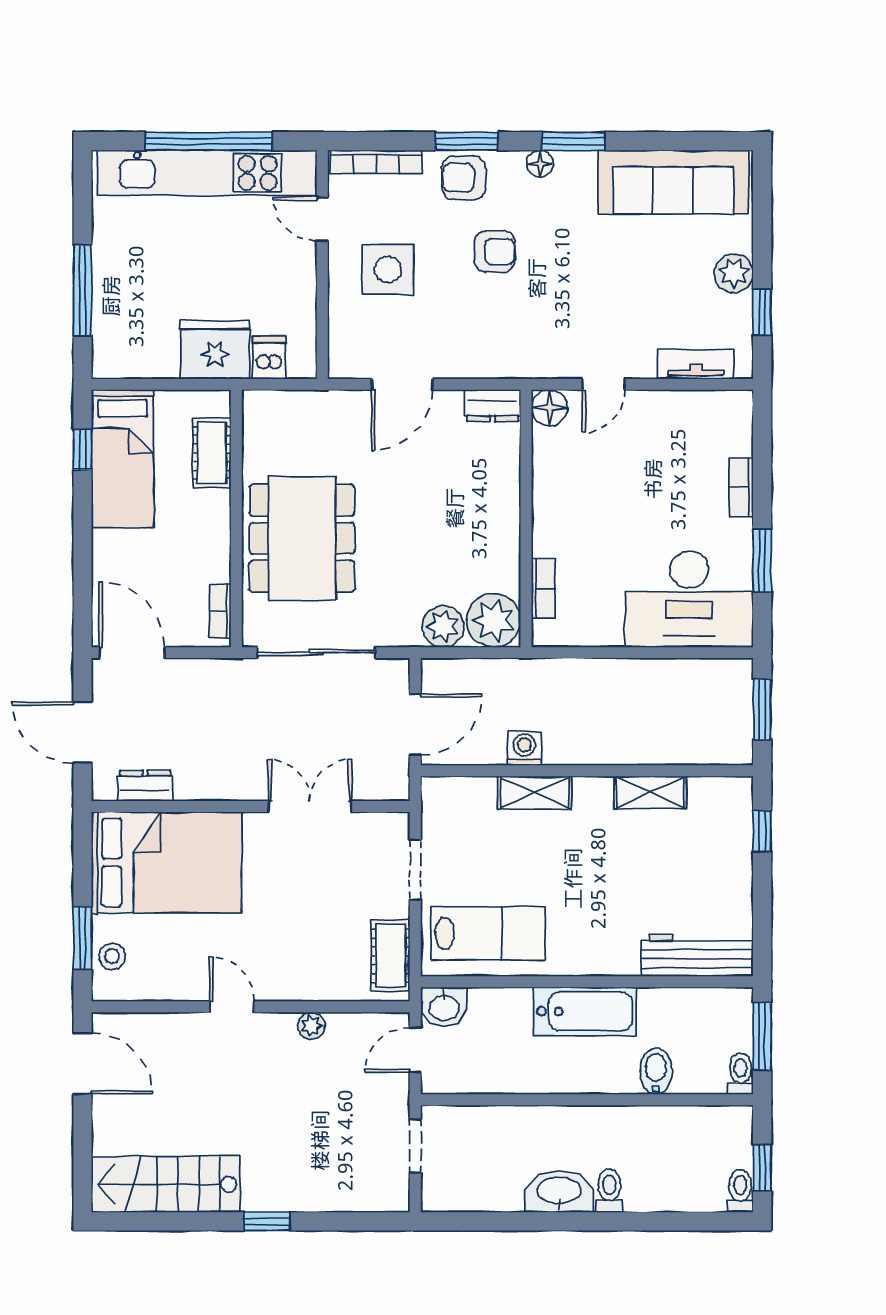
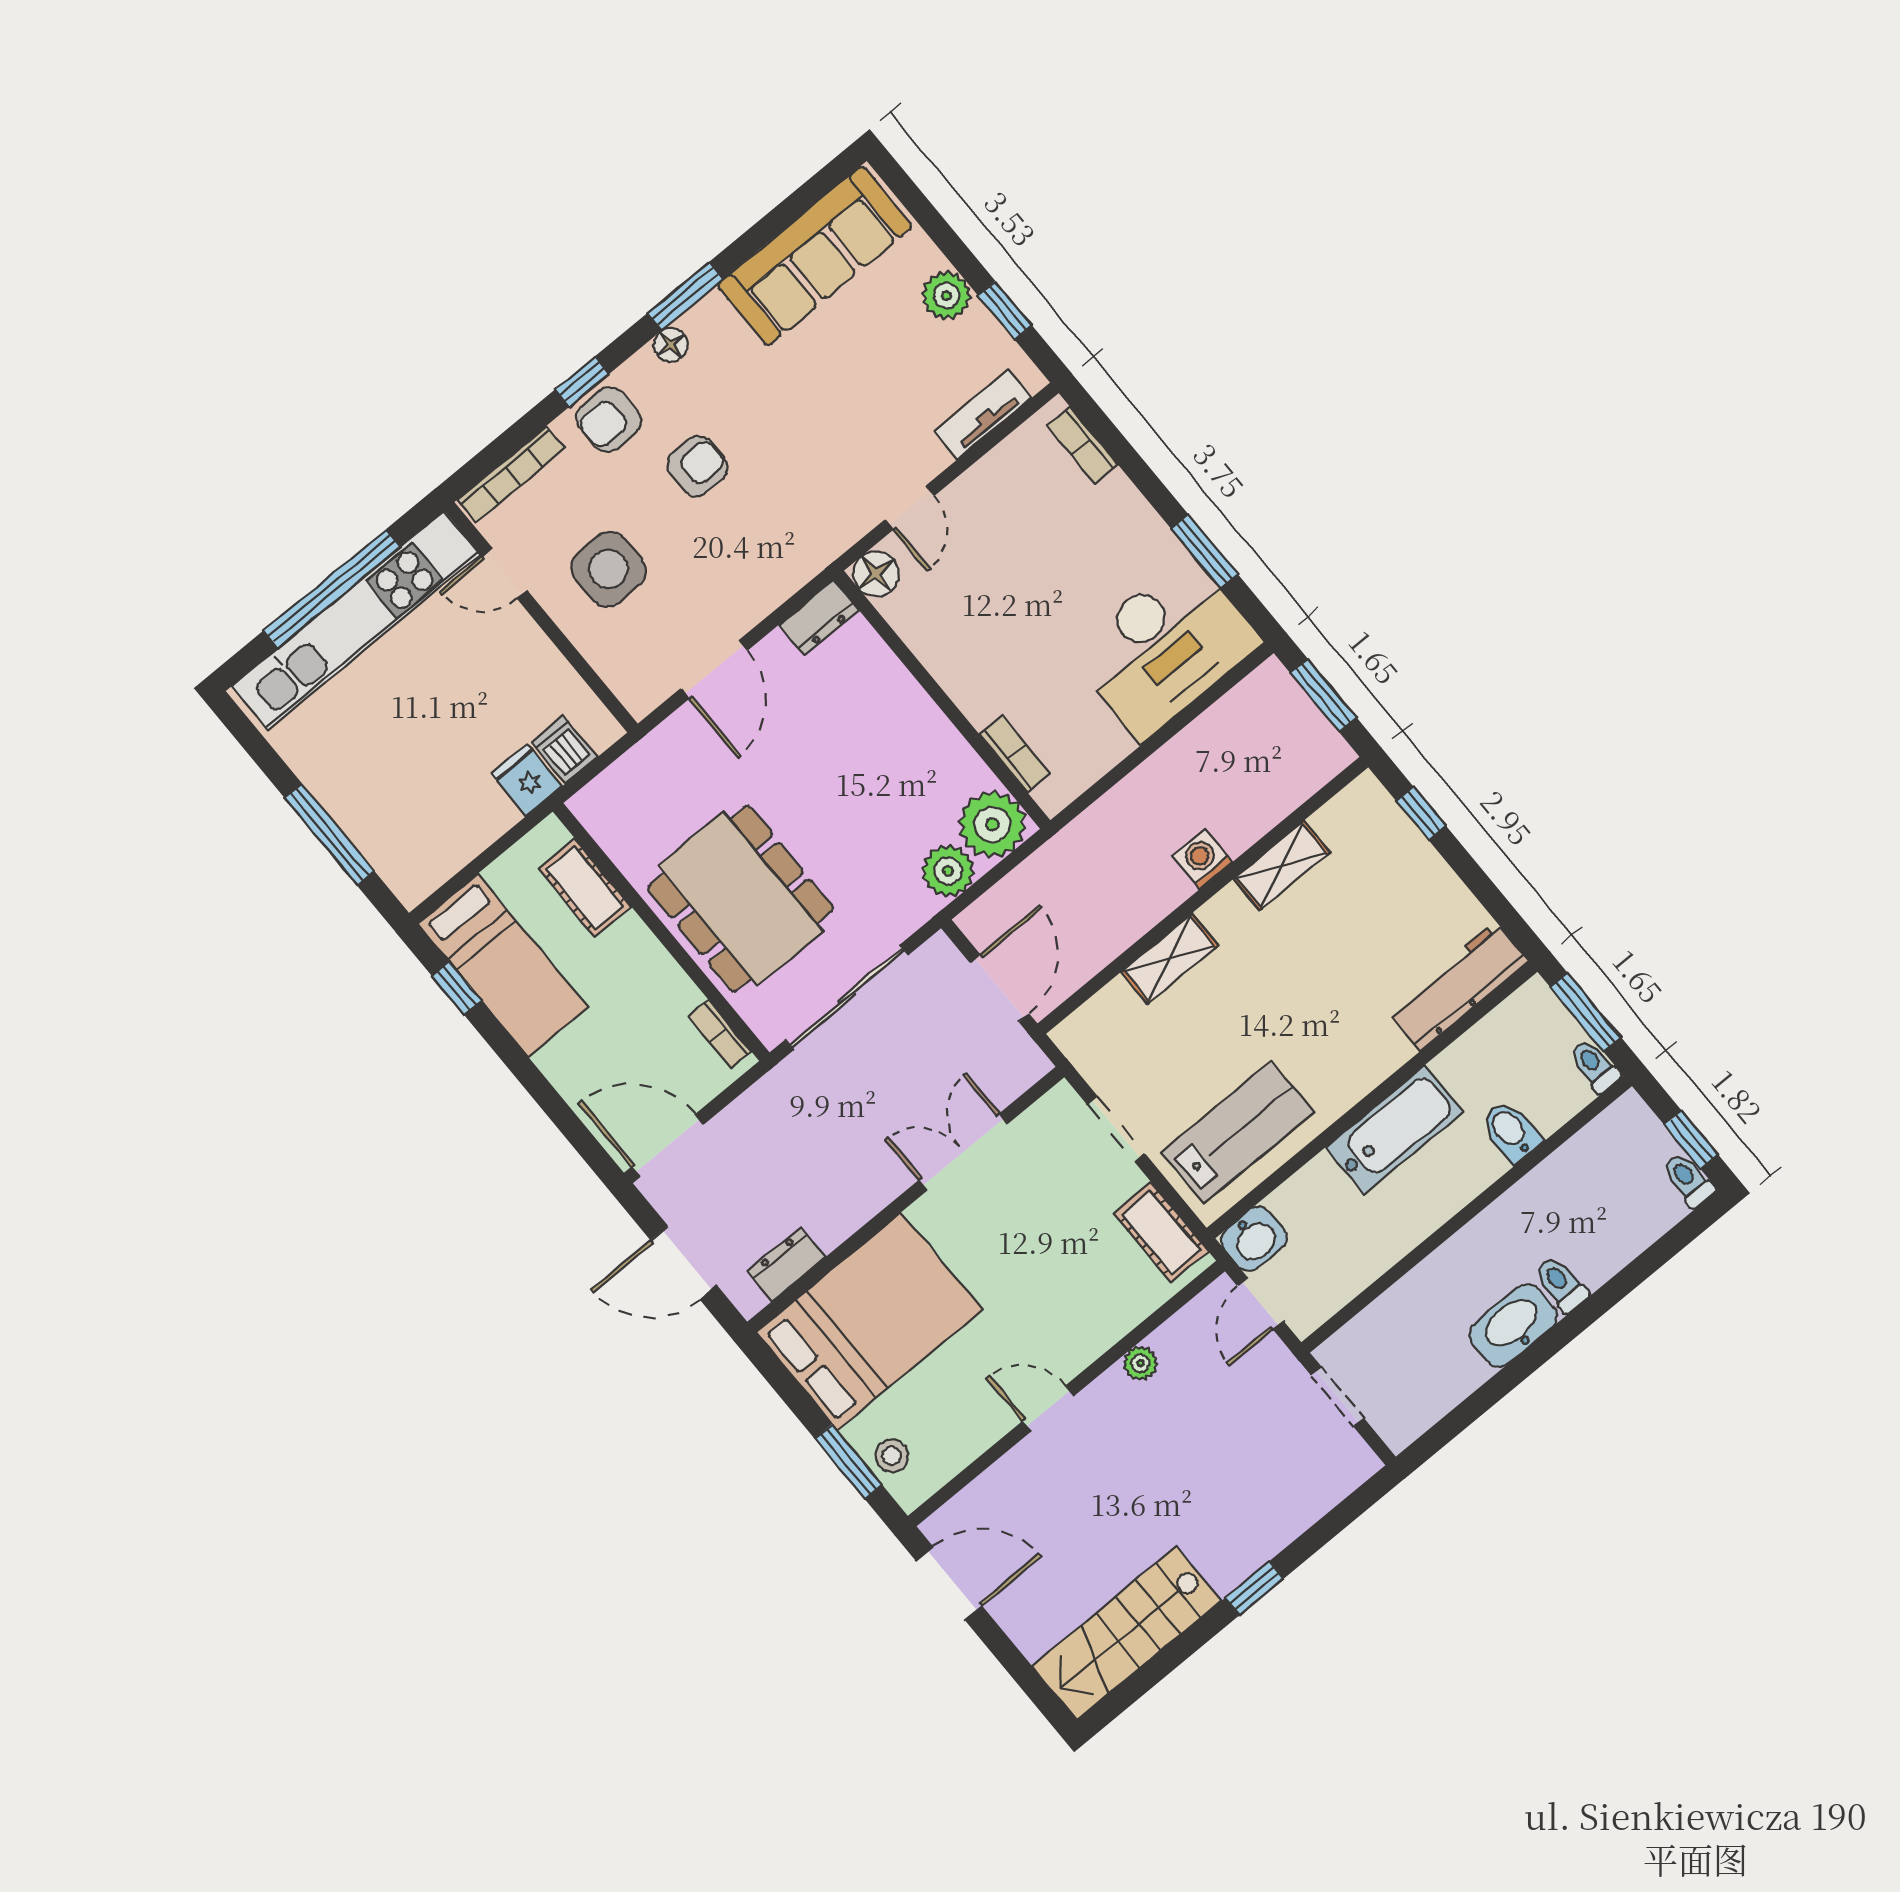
window: (467, 141) -> (582, 382), width x0.67
fridge: (215, 350) -> (527, 780), width x0.53, depth x0.75
bookcase: (741, 487) -> (1082, 445), moved
washing machine: (524, 748) -> (1203, 859), moved

